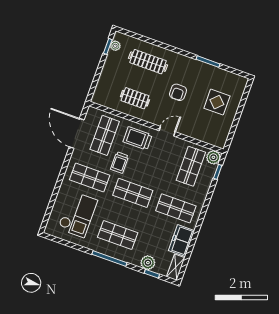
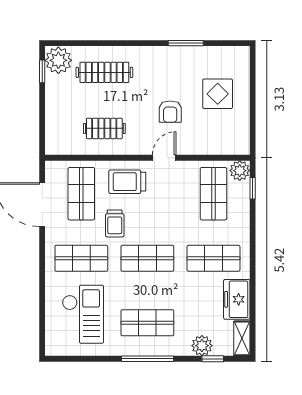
plant: (115, 46) -> (58, 60), width x1.87, depth x1.87
armchair: (178, 92) -> (170, 112), moved

